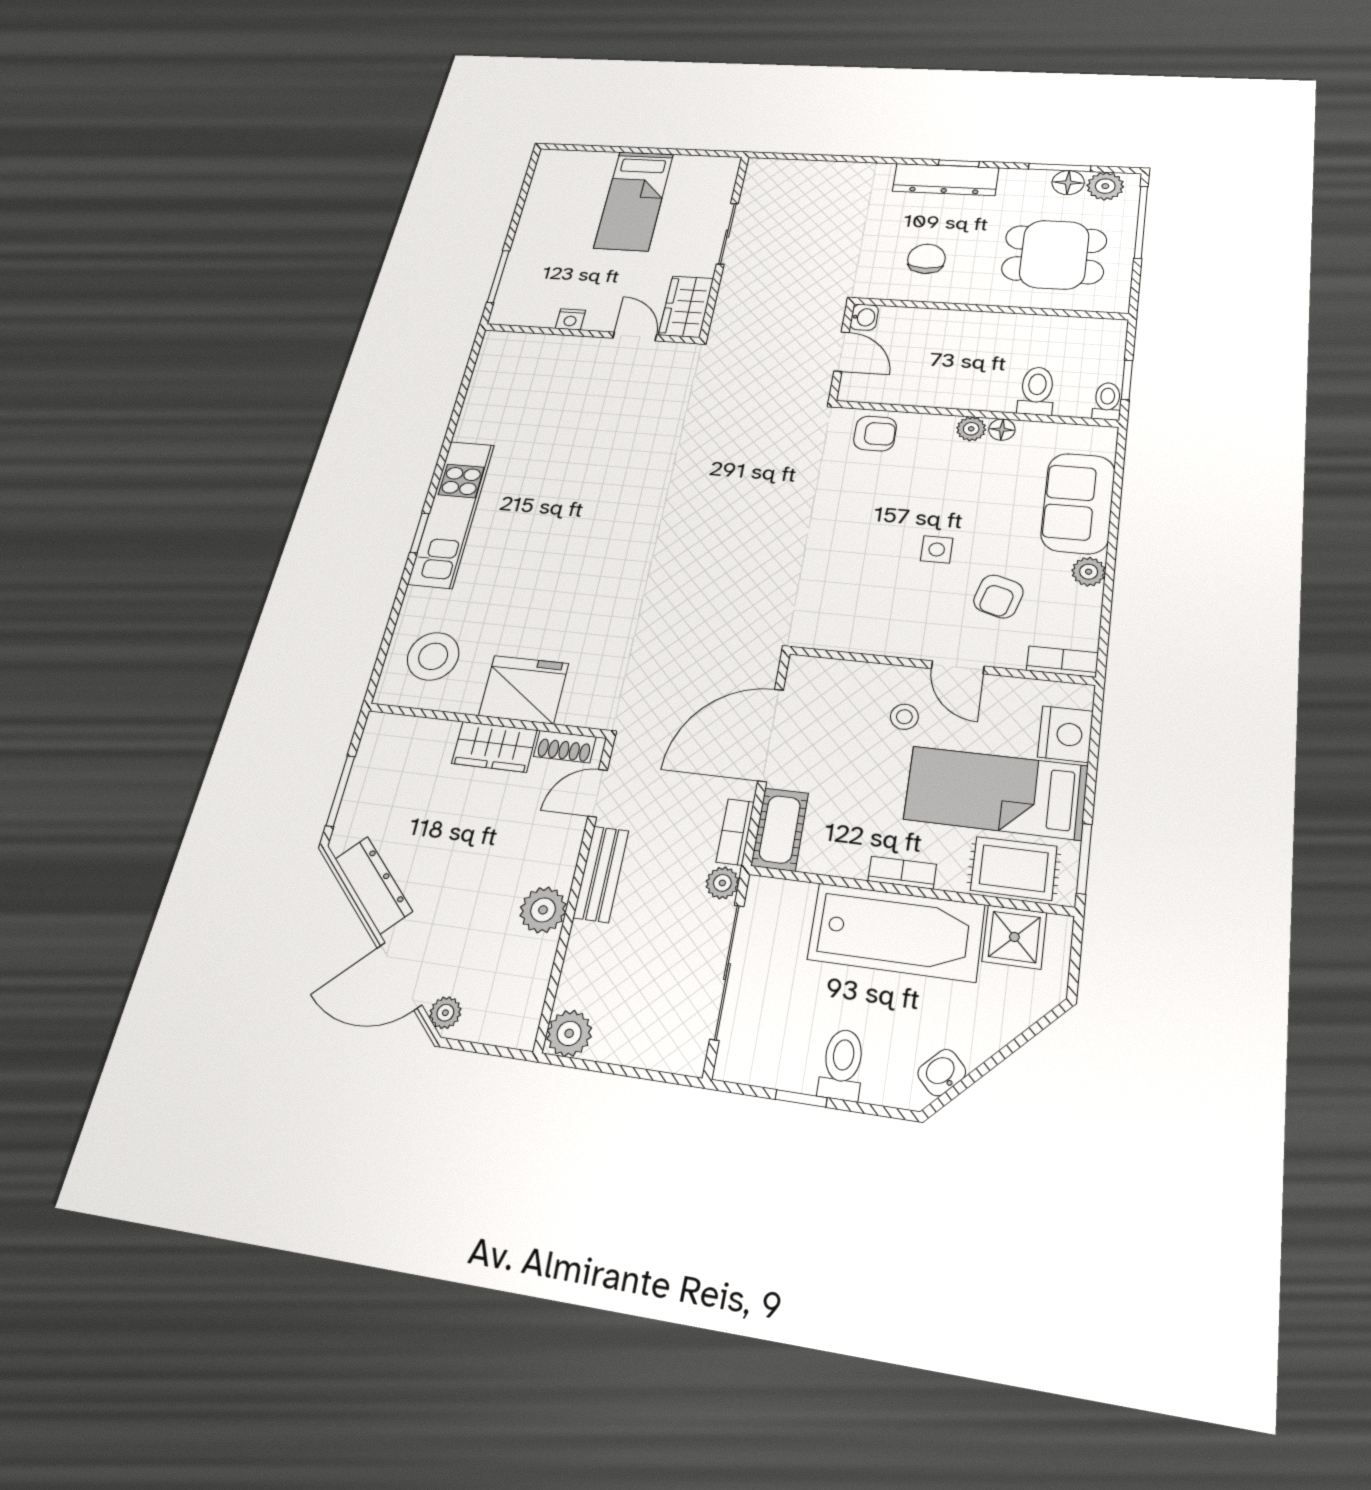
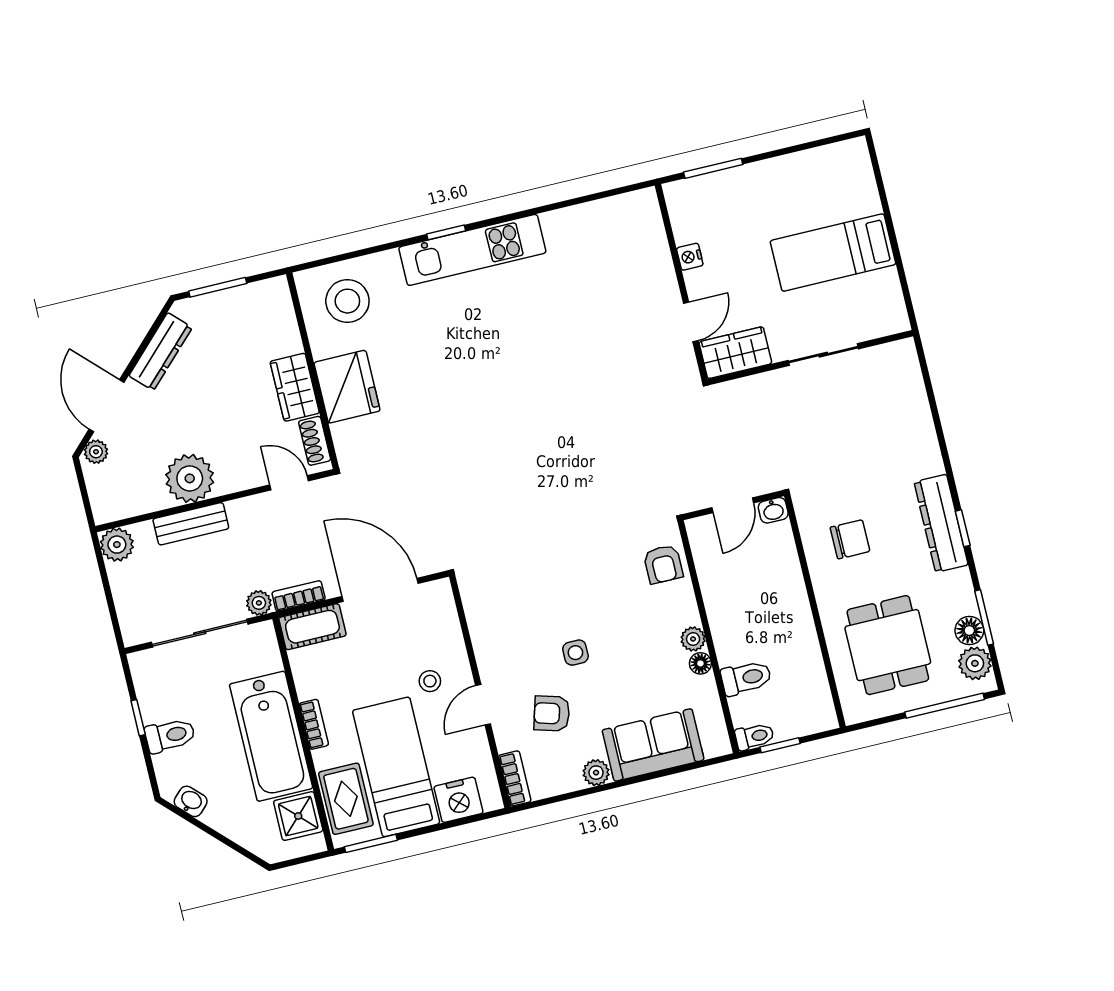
bench: (601, 874) -> (191, 524), moved
plant: (543, 910) -> (190, 478), width x1.36, depth x1.36

